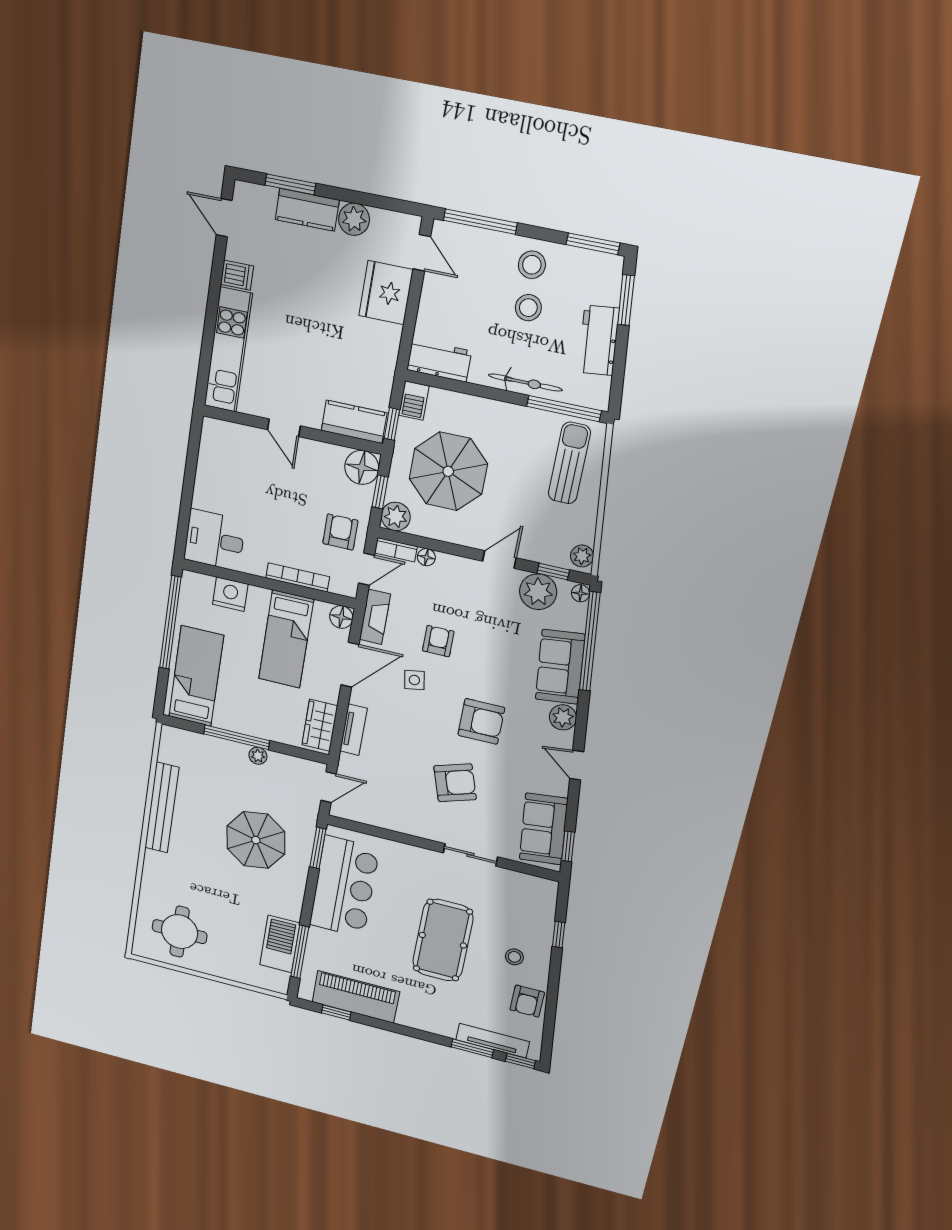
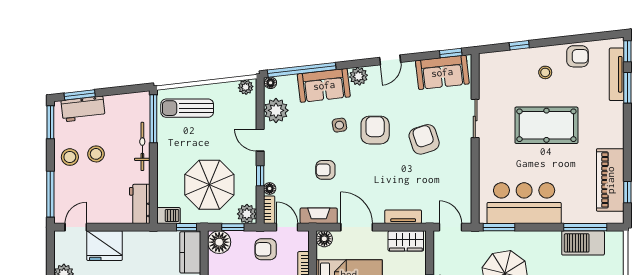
workbench: (599, 340) -> (83, 109), moved
window: (553, 572) -> (260, 176), moved
side table: (414, 680) -> (339, 125), moved

